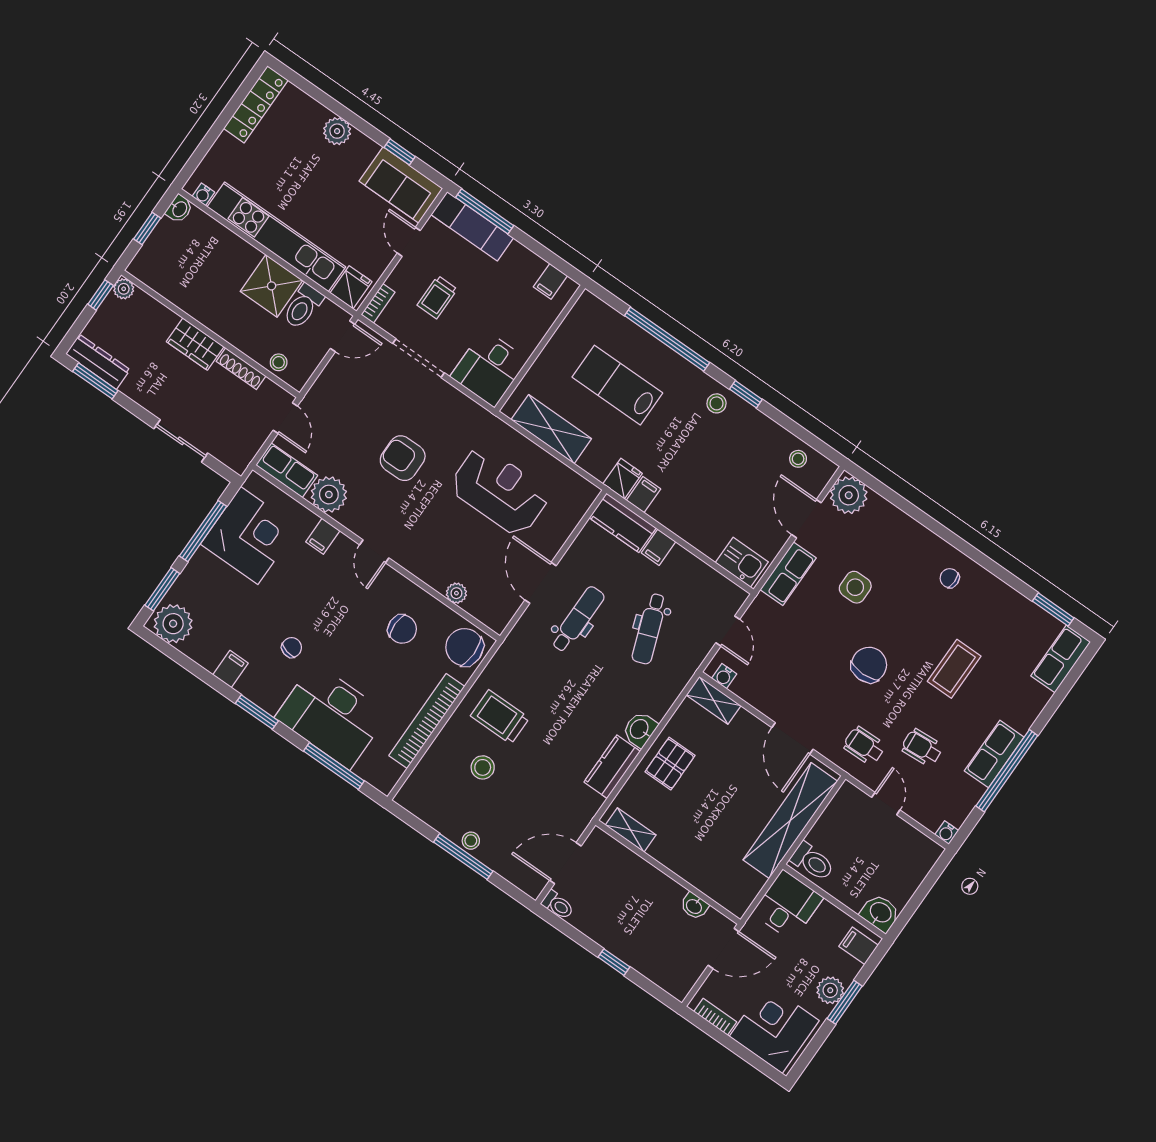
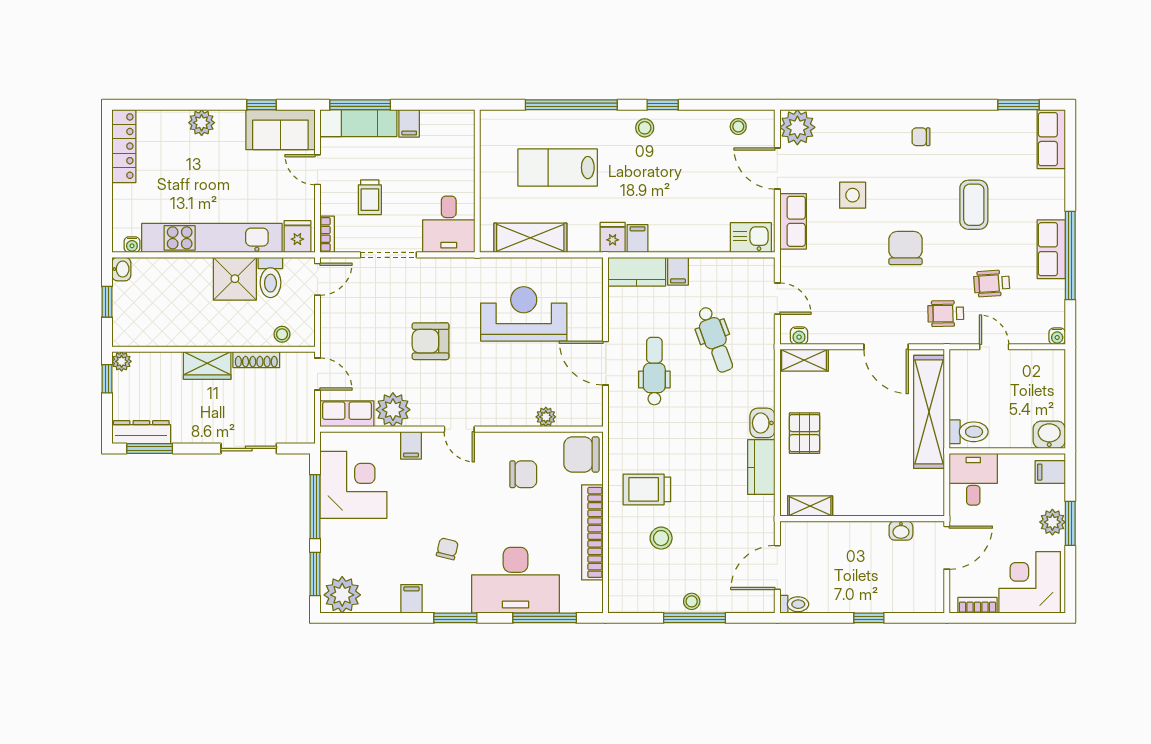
filing cabinet: (550, 281) -> (409, 123), moved

